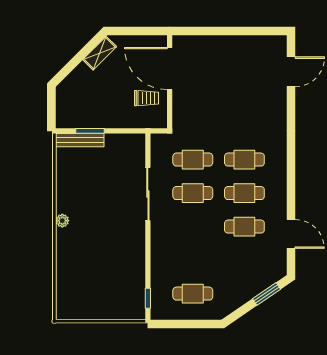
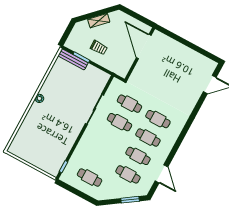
shelving: (100, 53) -> (99, 21), moved
trolley: (147, 98) -> (99, 48), moved
cafe table: (244, 260) -> (128, 174), added

